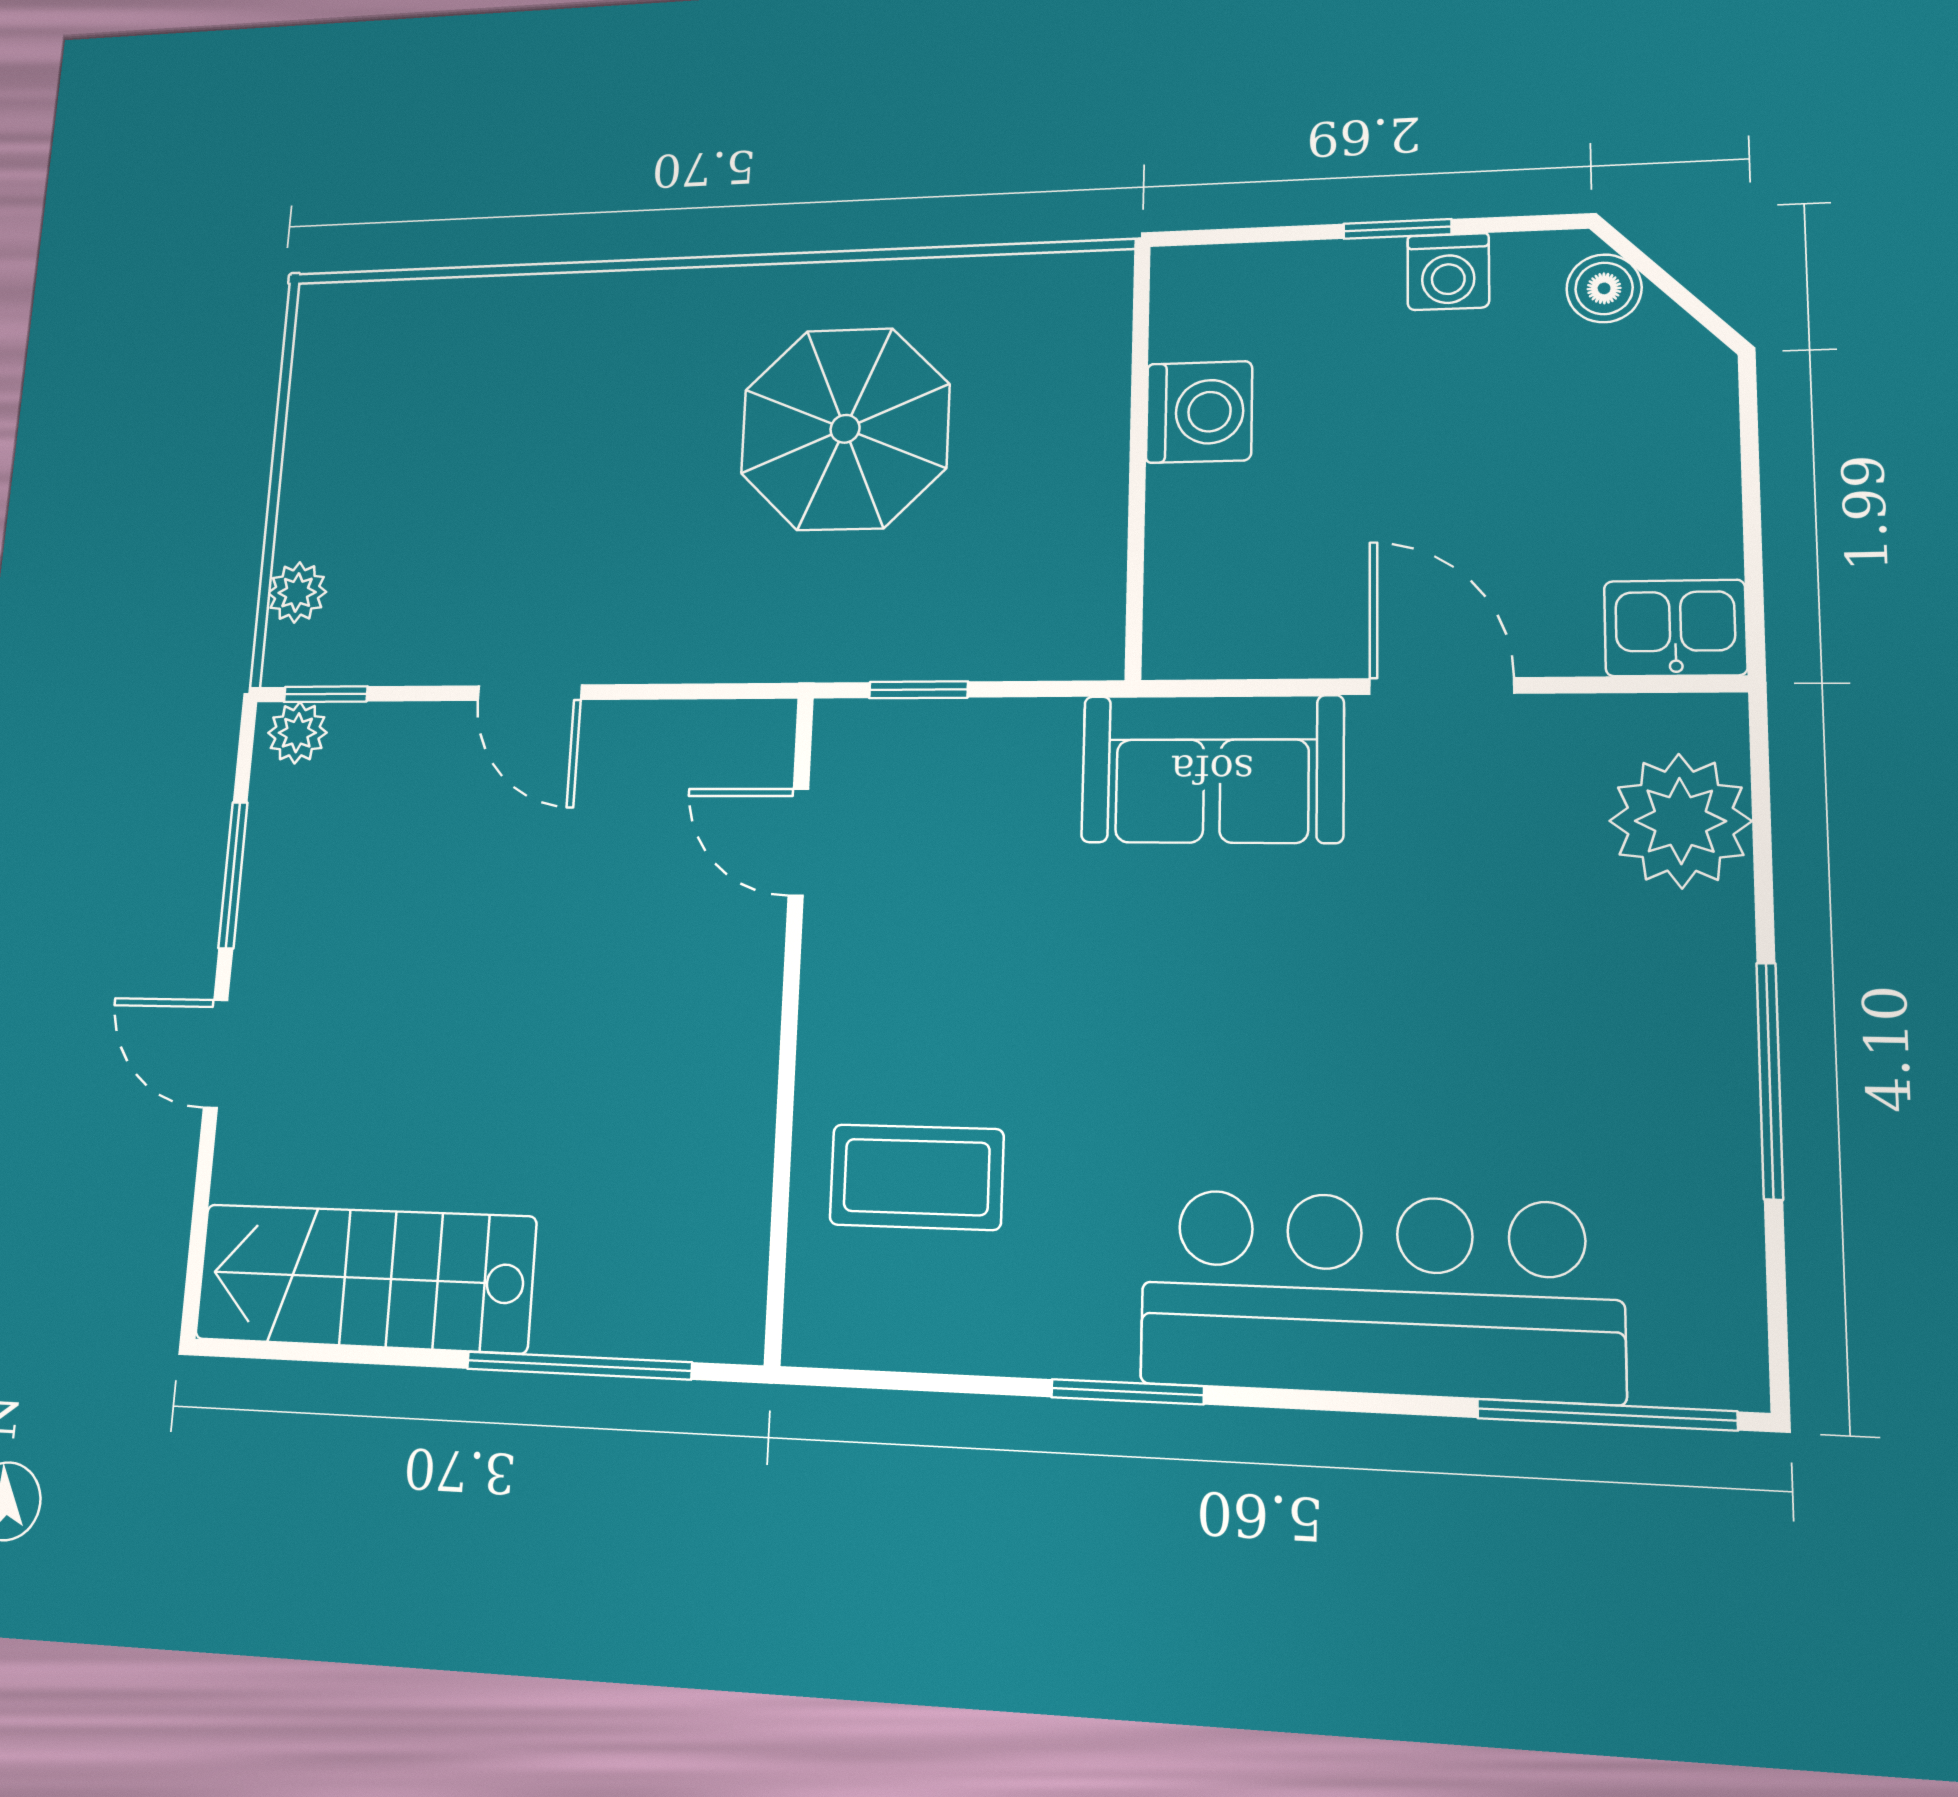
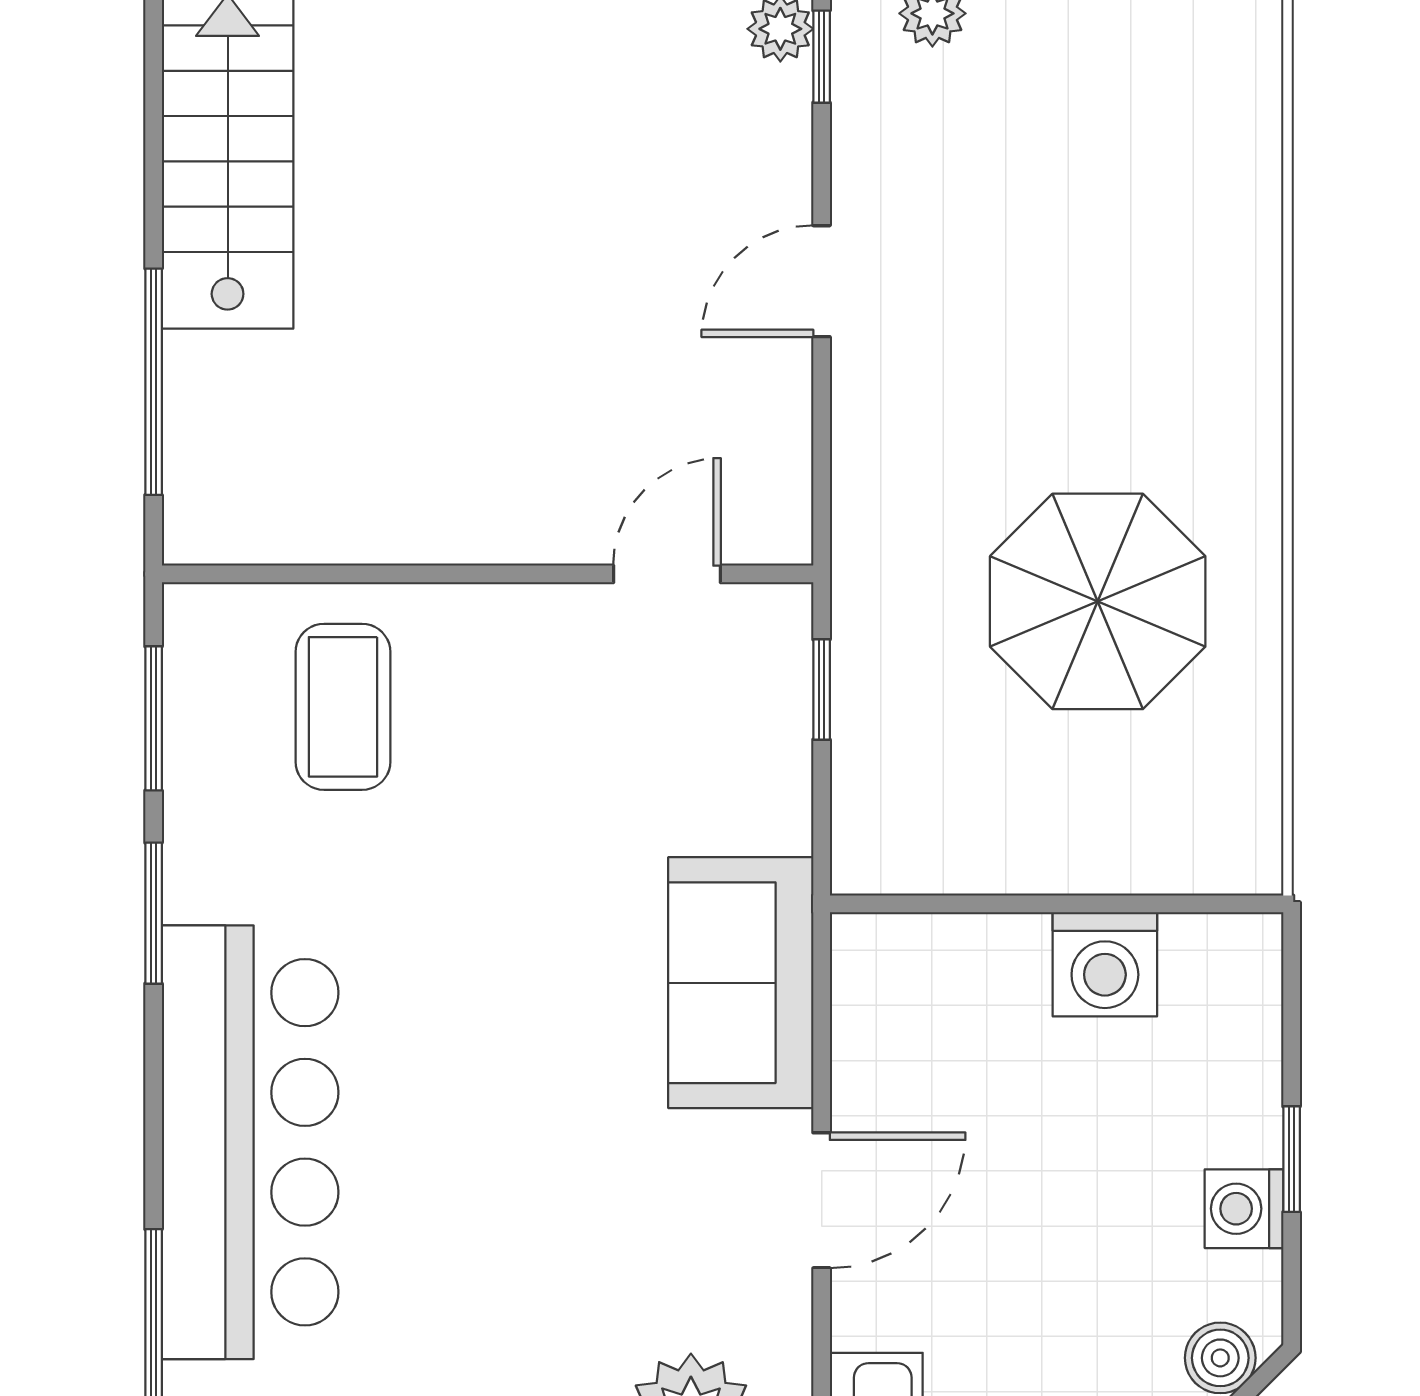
window: (921, 1382) -> (154, 718), added

